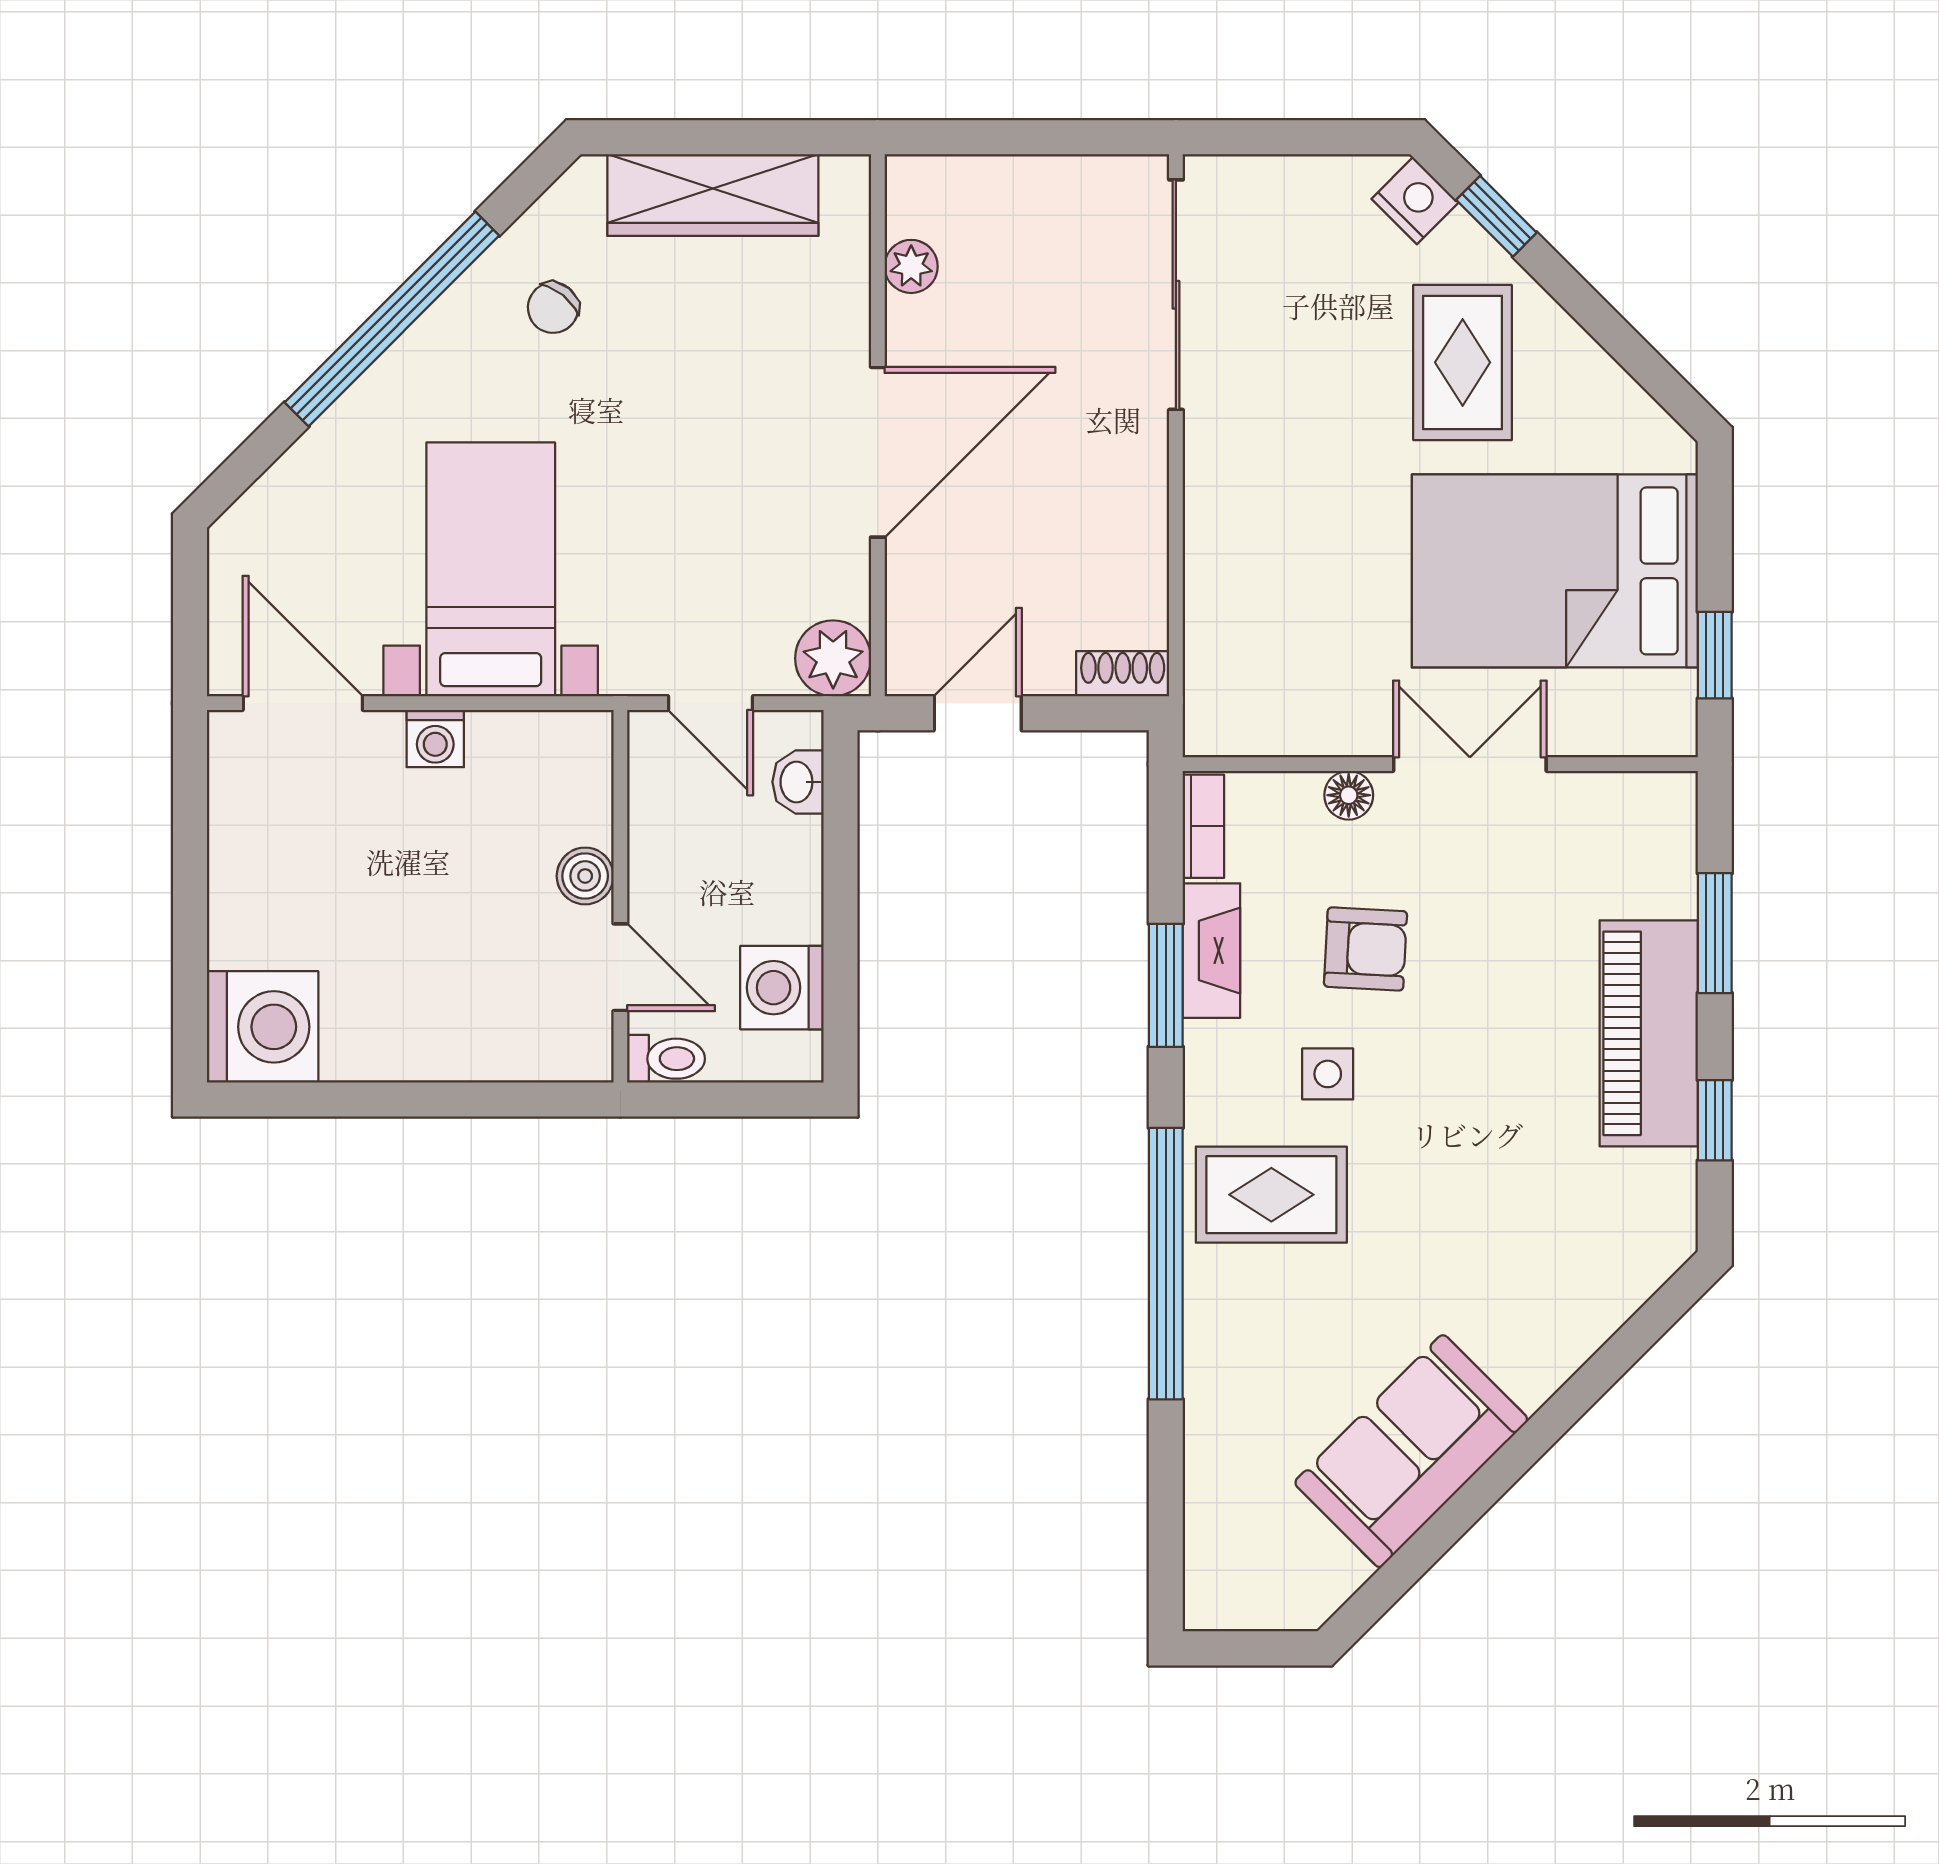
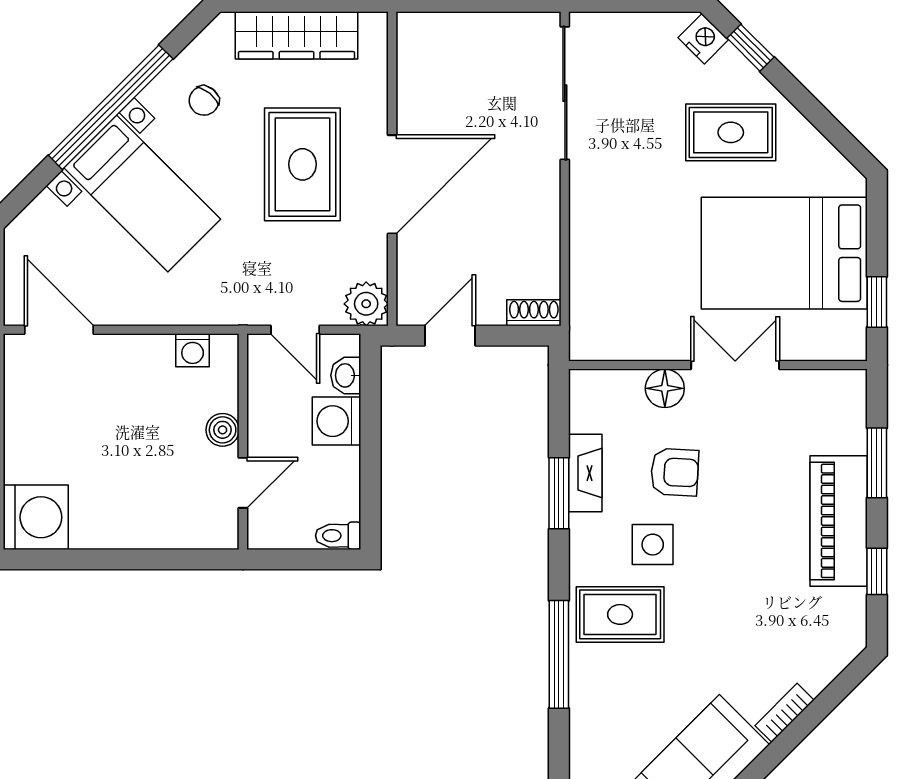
plant: (911, 266) -> (411, 77), removed
rug: (1463, 362) -> (731, 132), turned 90
rug: (723, 418) -> (302, 164), added
bed with nightstands: (491, 569) -> (142, 194), moved, turned 135
washing machine: (435, 739) -> (193, 350), moved
floor lamp: (1349, 795) -> (665, 388), width x1.37, depth x1.37
bookcase: (1203, 826) -> (785, 713), moved, turned -135
door: (620, 967) -> (243, 483), hinge flipped
washing machine: (782, 988) -> (337, 421), moved
toilet: (666, 1059) -> (338, 536), moved, turned 180
side table: (1328, 1074) -> (653, 545), width x1.37, depth x1.37
window: (1166, 1264) -> (559, 654), width x0.68

